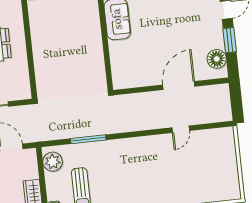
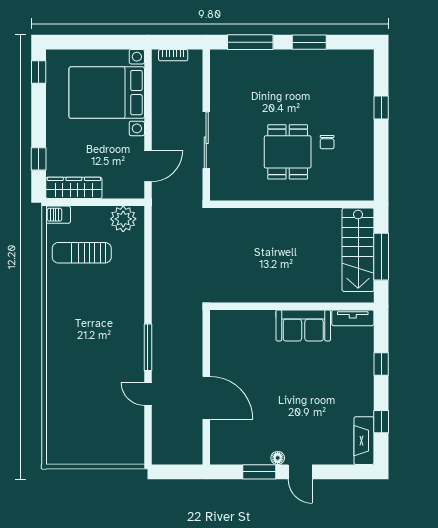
floor lamp: (217, 59) -> (278, 458), moved, width x0.53, depth x0.53
window: (88, 139) -> (148, 347), moved

